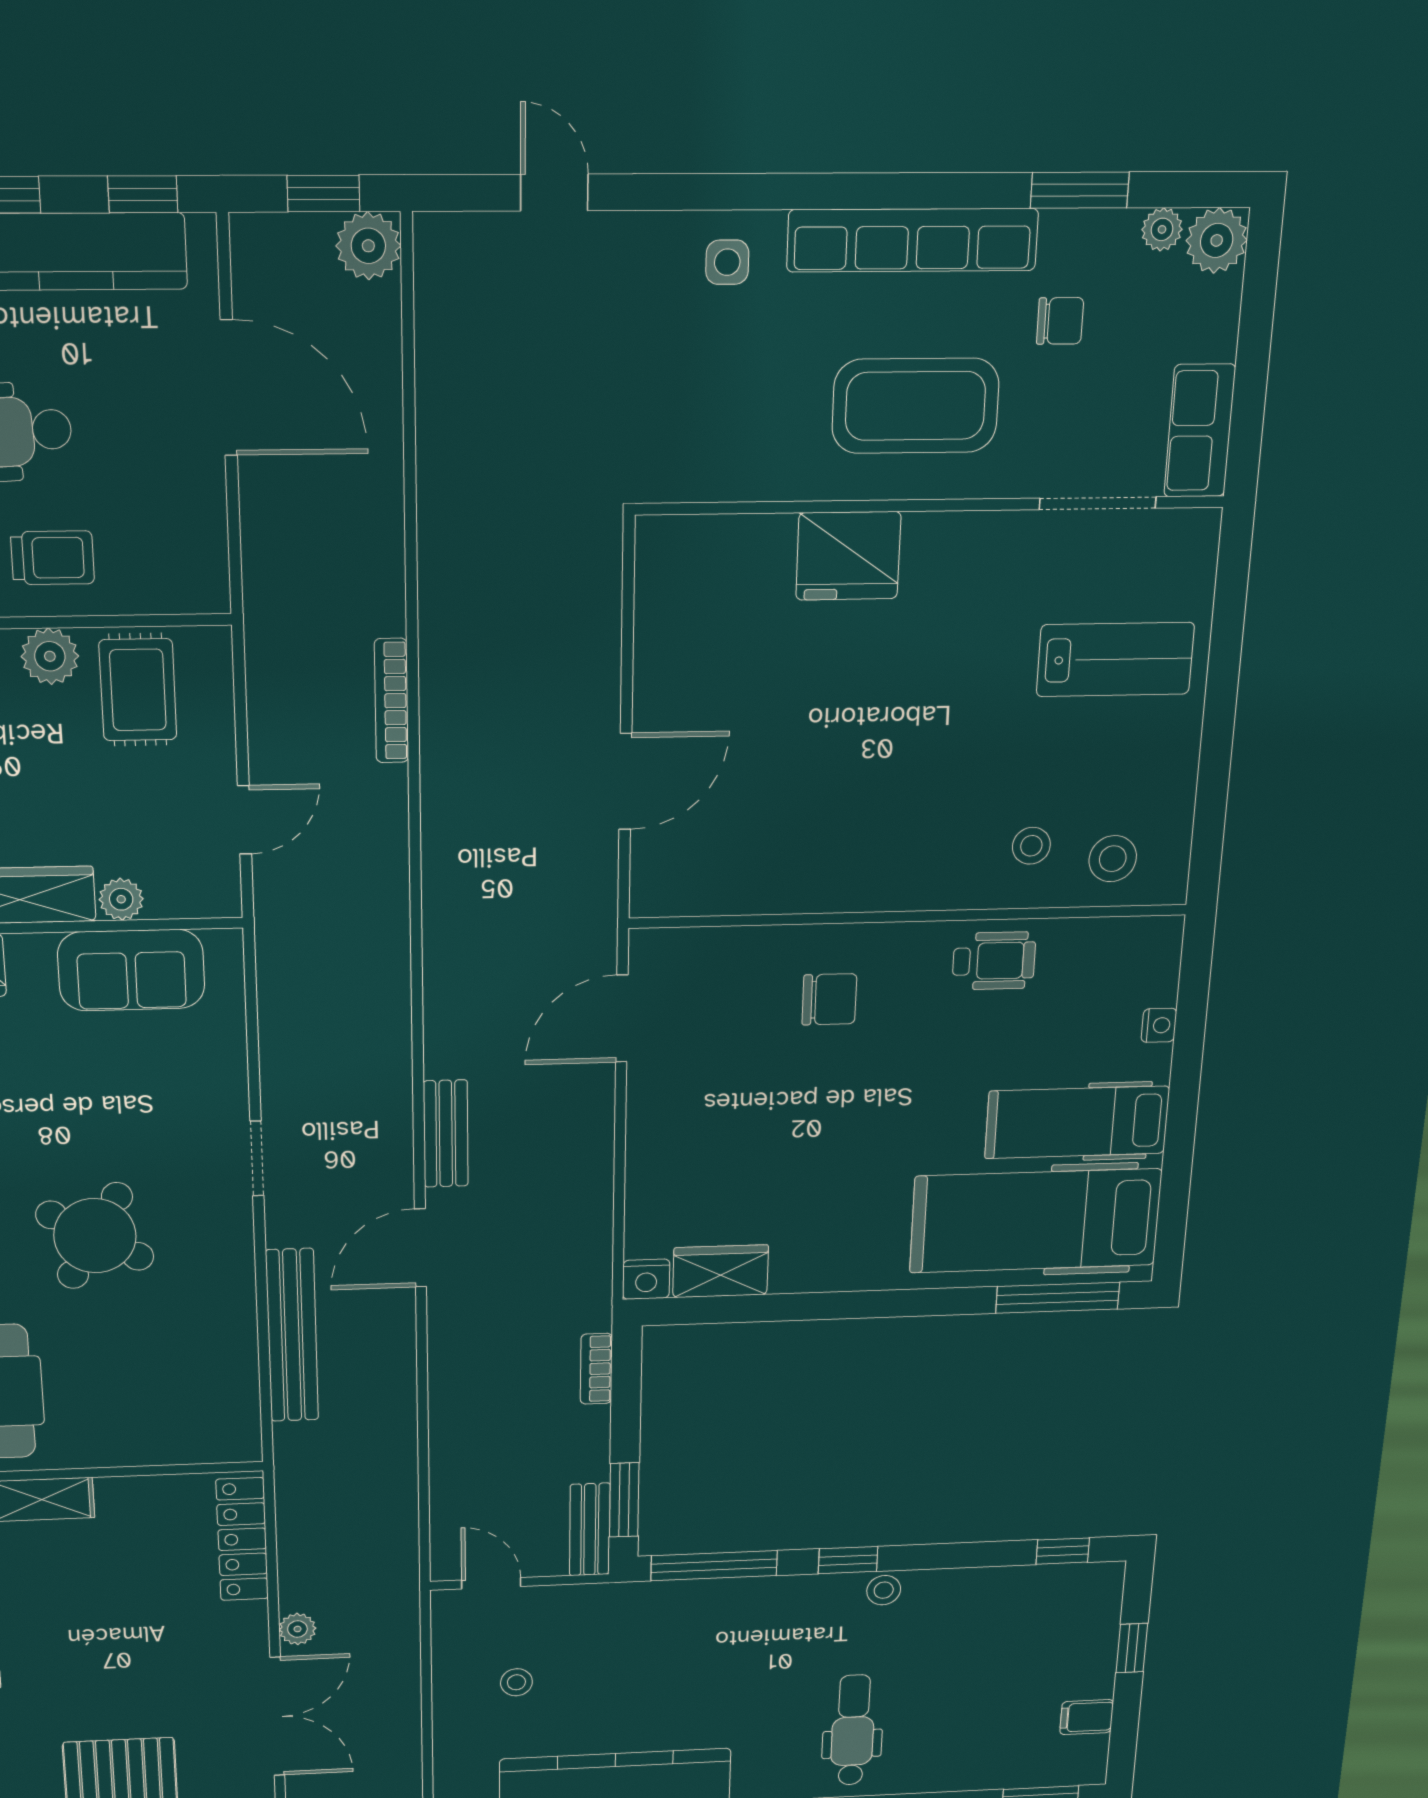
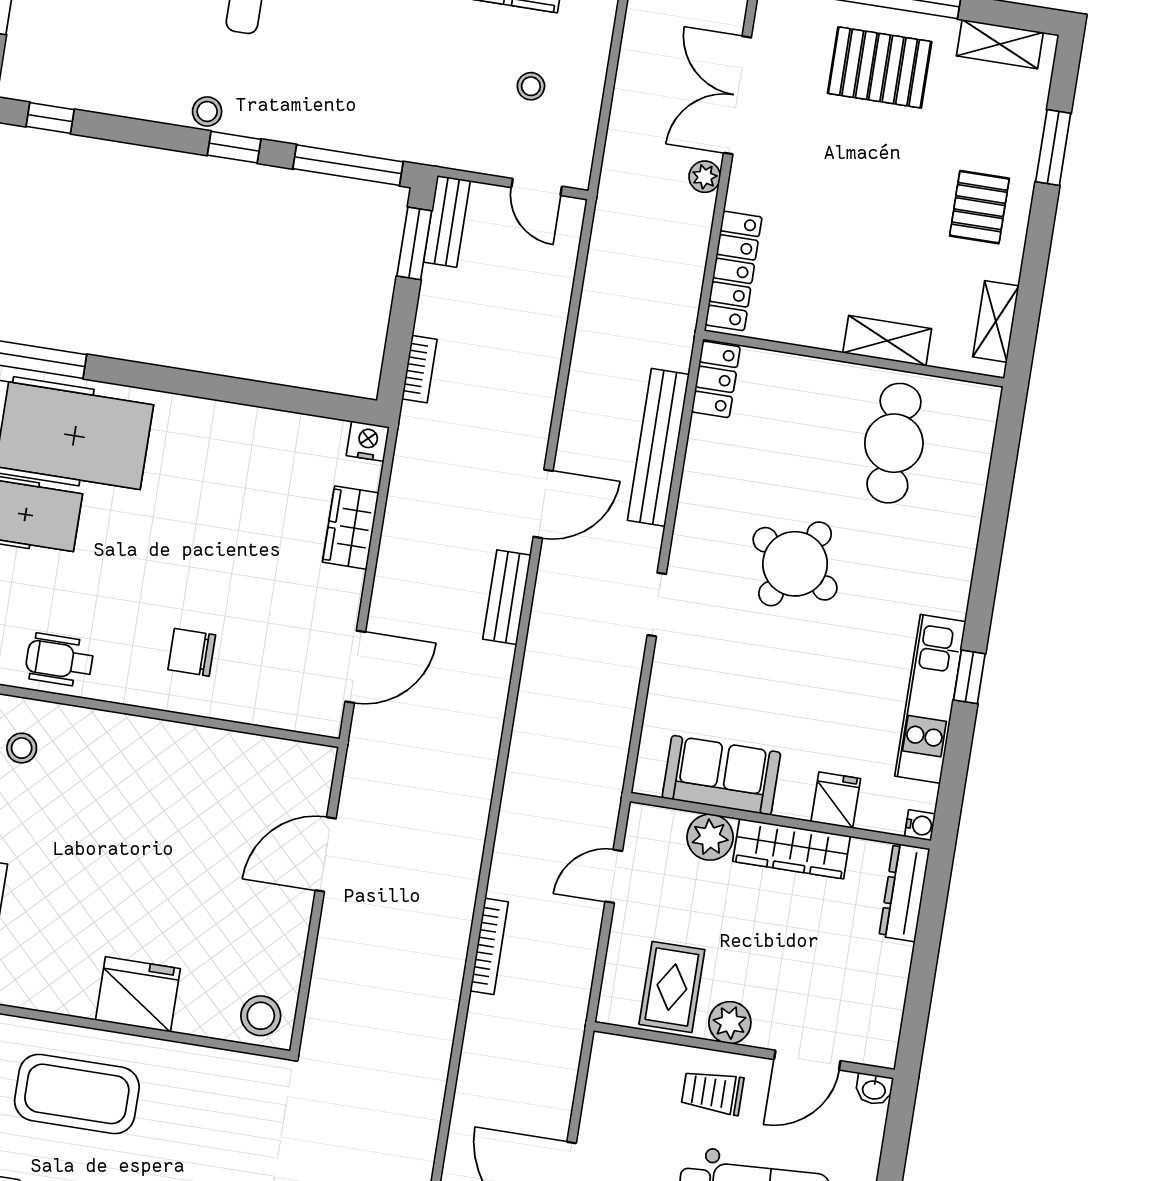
stool: (681, 556) -> (261, 1016), added
plant: (121, 899) -> (710, 837), width x1.38, depth x1.38
wardrobe: (721, 1271) -> (351, 528), moved, turned 90
locker: (238, 1422) -> (716, 379), added

